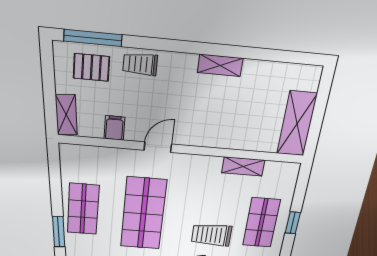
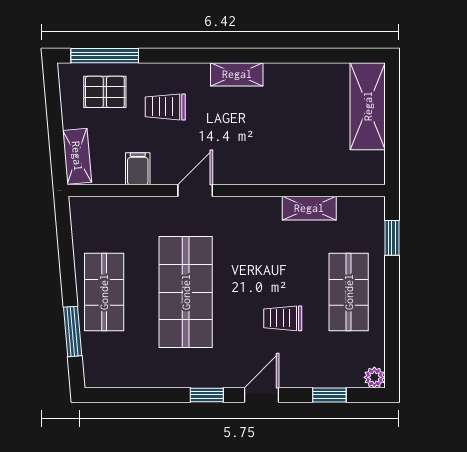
trolley: (140, 64) -> (165, 107), moved
shelving: (220, 65) -> (237, 74), moved
shelving: (297, 124) -> (368, 106), moved
window: (293, 223) -> (392, 238), moved
trolley: (212, 235) -> (283, 318), width x0.73, depth x0.72

